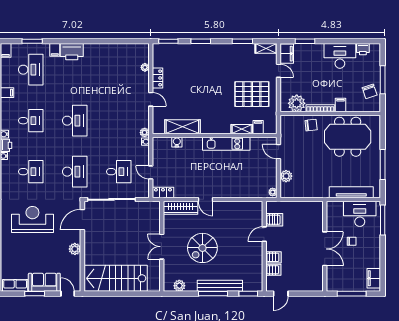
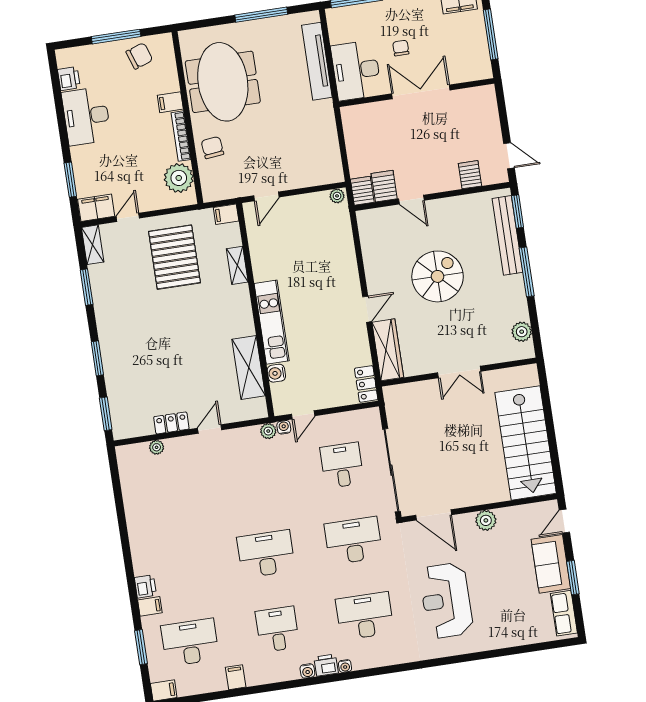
printer: (72, 52) -> (145, 586), width x0.53, depth x0.68
filing cabinet: (258, 127) -> (226, 214), moved
kitchen unit: (226, 144) -> (272, 322), moved
desk: (31, 172) -> (365, 616), width x1.37
door: (151, 172) -> (303, 415), moved
plant: (286, 176) -> (306, 177), removed
desk: (360, 214) -> (356, 70), moved
spiral stairs: (202, 248) -> (438, 276), moved, turned -90
server rack: (274, 257) -> (362, 191), moved
bench: (220, 286) -> (507, 235), moved

